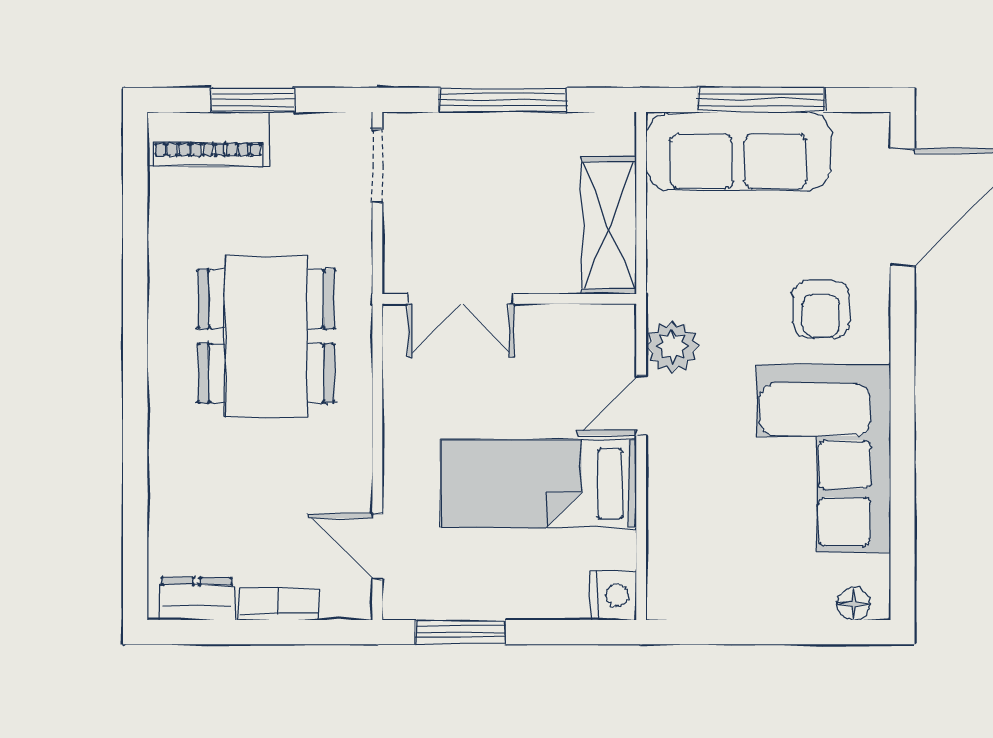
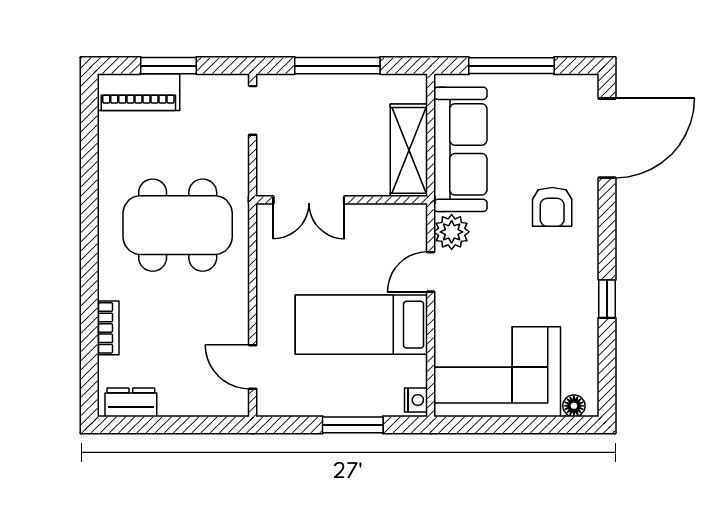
sofa: (738, 151) -> (460, 149), moved, turned -90
dining table: (266, 336) -> (178, 225), turned 90
window: (902, 445) -> (607, 299), added
corner sofa: (824, 458) -> (497, 372), moved, turned 90
nightstand: (613, 595) -> (416, 400), width x0.72, depth x0.74
bookcase: (279, 604) -> (108, 328), moved, turned 90
window: (460, 632) -> (353, 425), moved

